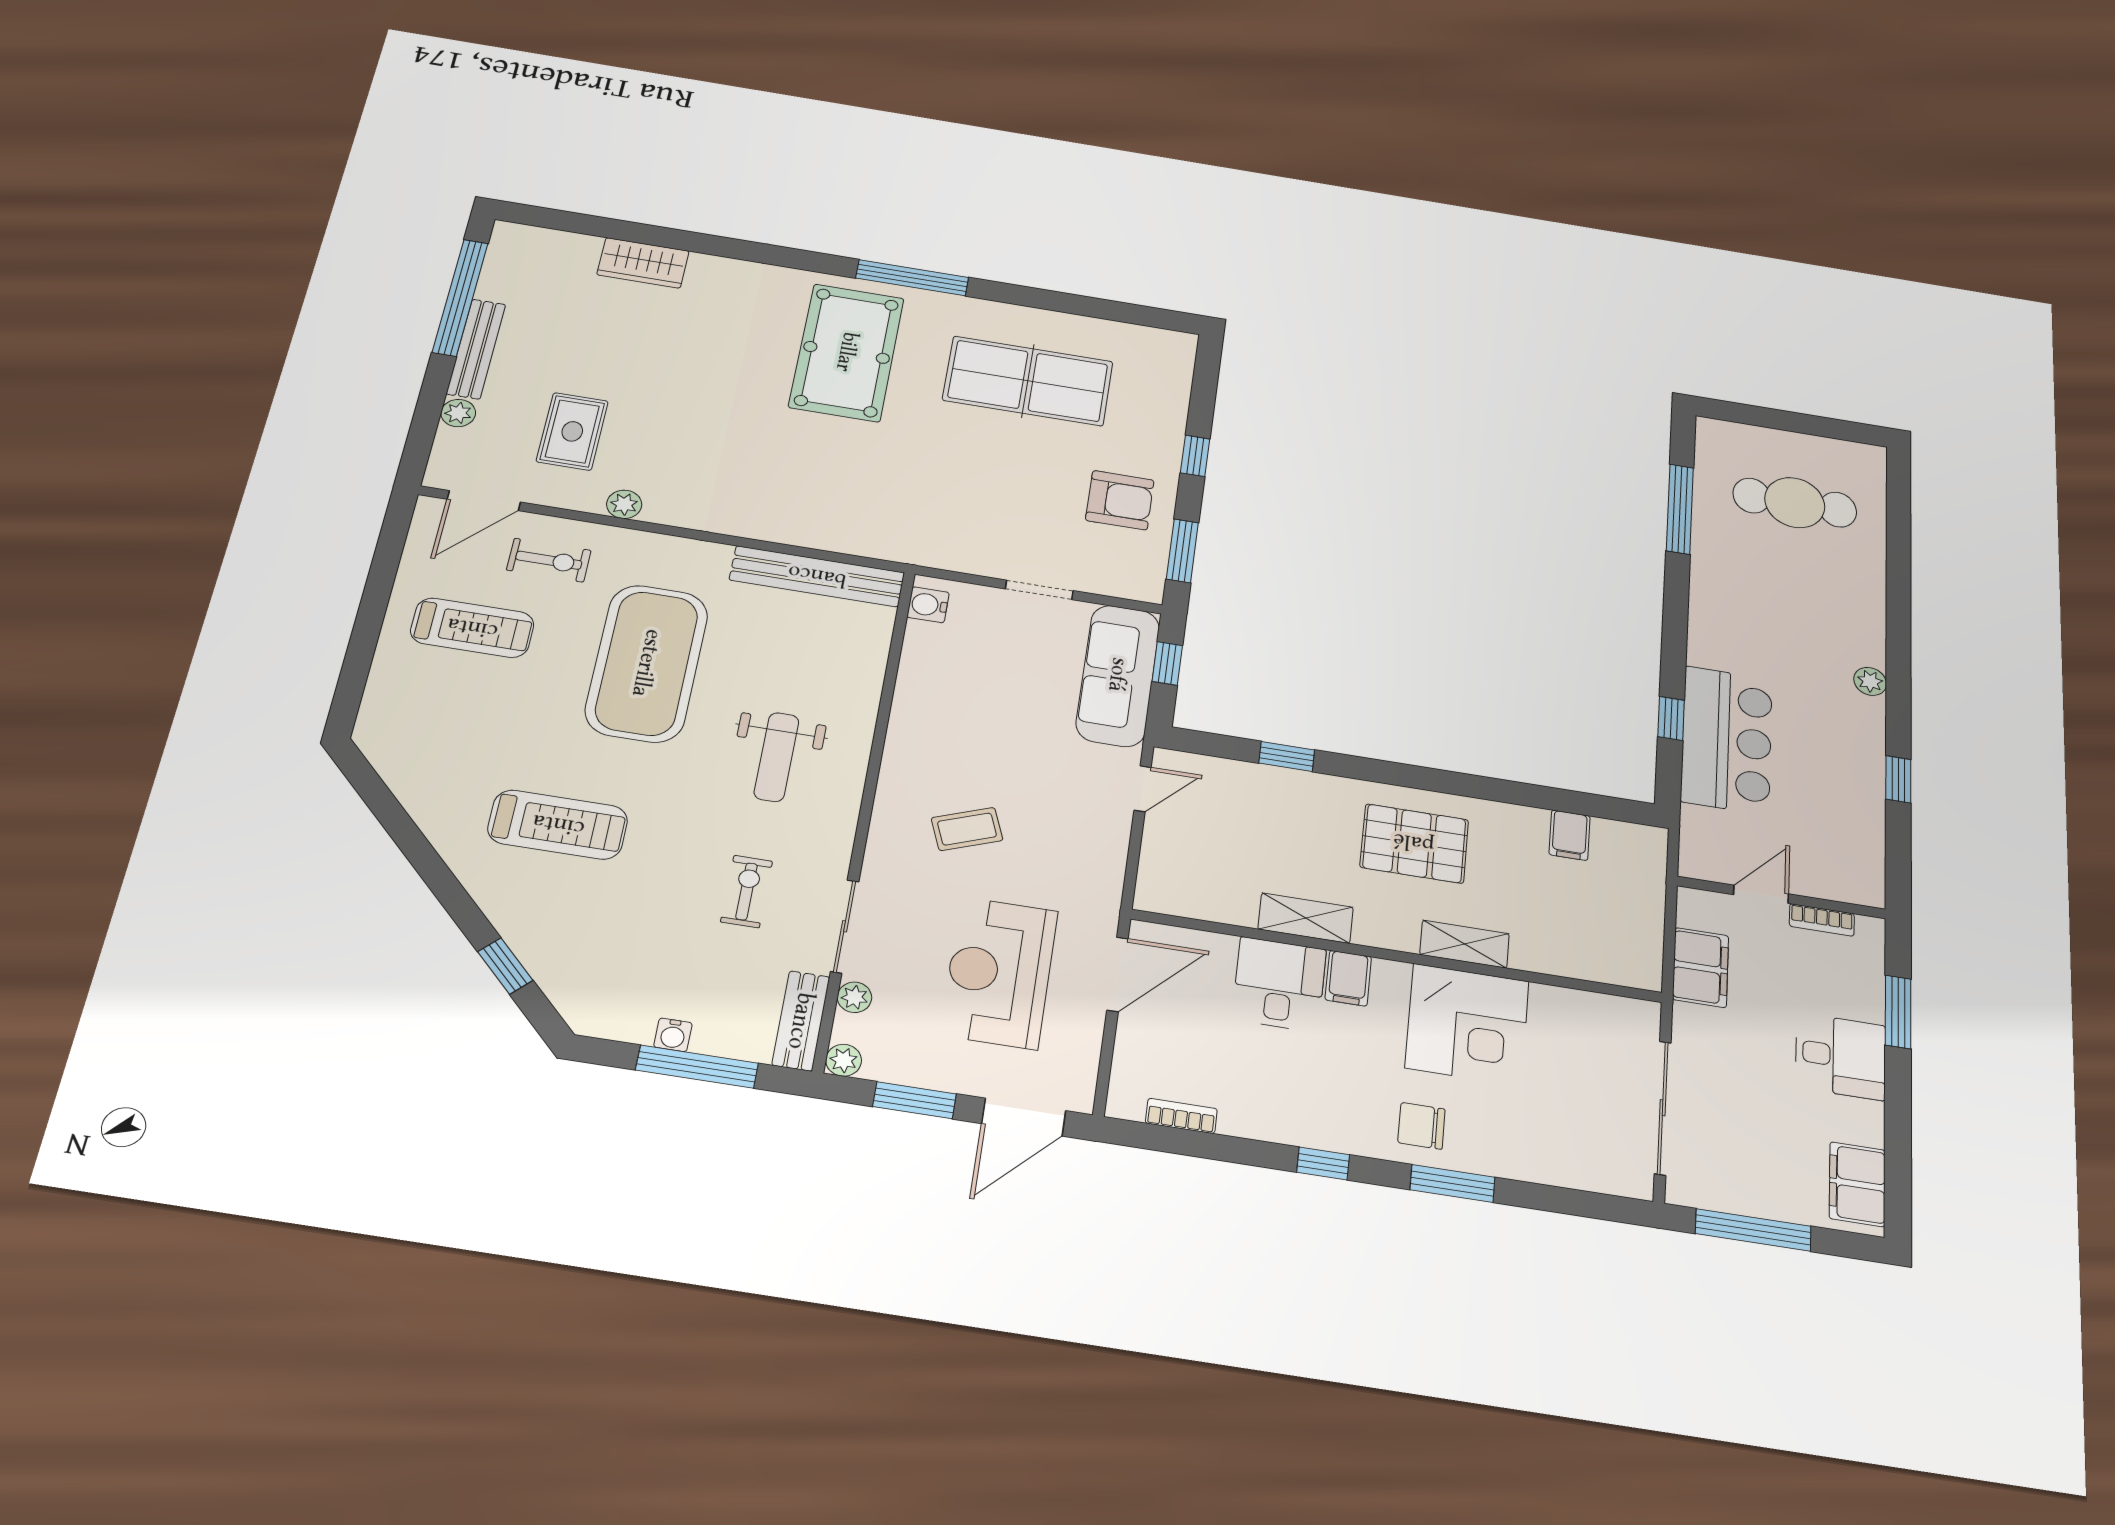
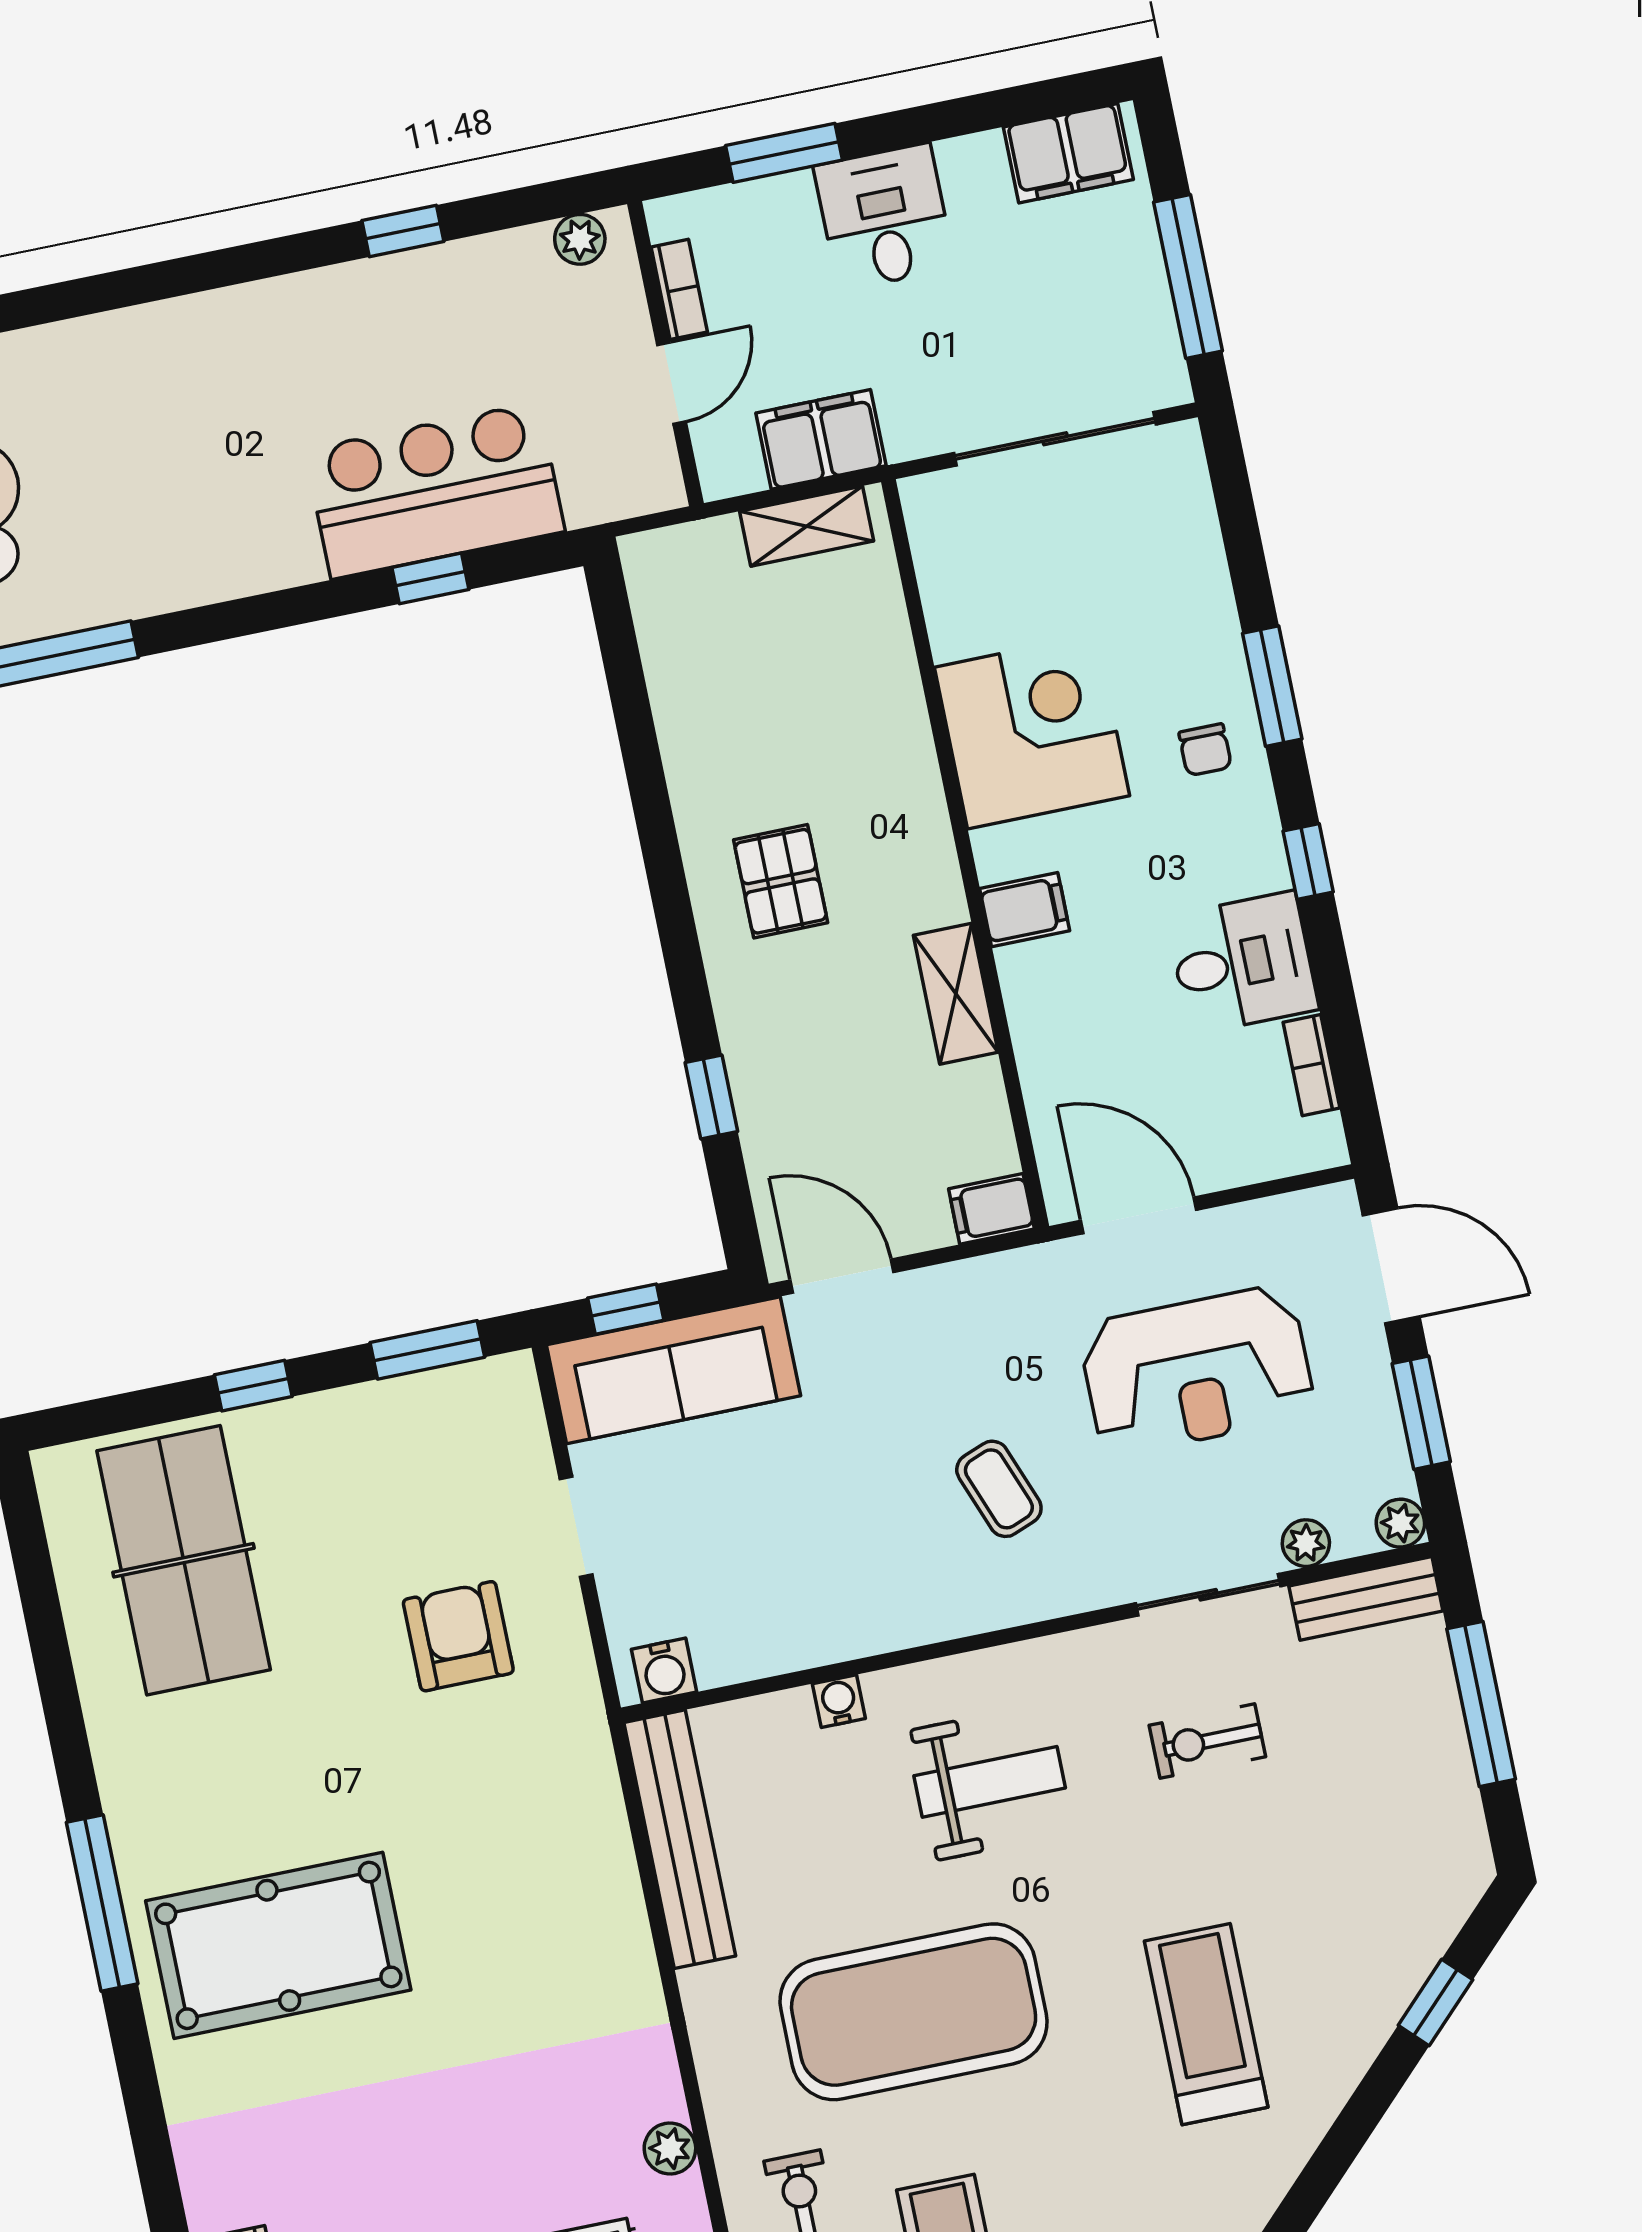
table tennis table: (1028, 381) -> (184, 1560), moved
armchair: (1120, 500) -> (458, 1636), moved
plant: (1870, 681) -> (580, 239), moved
door: (1143, 789) -> (842, 1276), width x1.38
filing cabinet: (1570, 835) -> (991, 1209), moved, turned 180
pallet: (1414, 843) -> (781, 881), width x0.67, depth x0.71
door: (1761, 894) -> (672, 383), swing flipped
shelving: (1465, 944) -> (807, 526), moved, turned 90
desk: (1279, 984) -> (1243, 963), moved, turned 180
water cooler: (673, 1035) -> (839, 1701), moved, turned -90
chair: (1421, 1126) -> (1205, 750), width x0.73, depth x0.73

